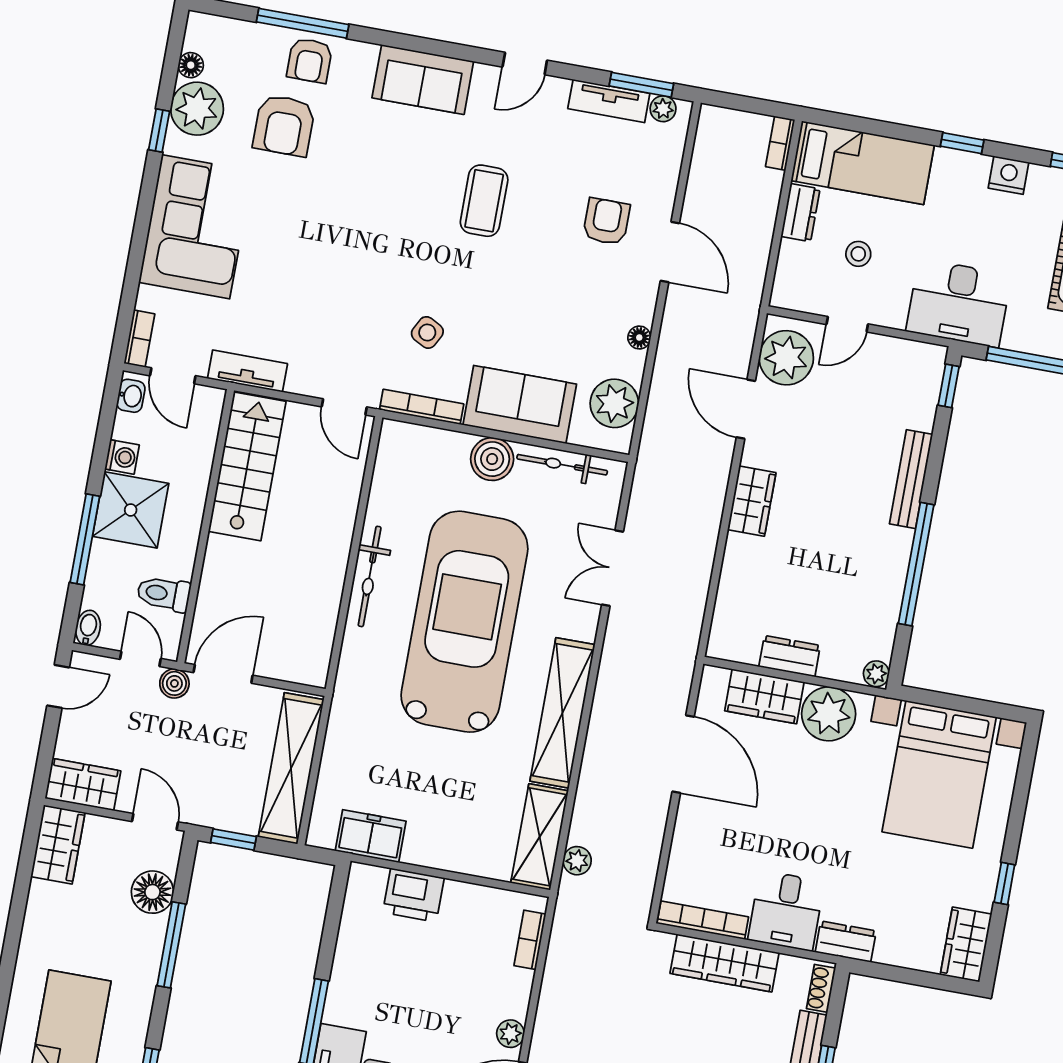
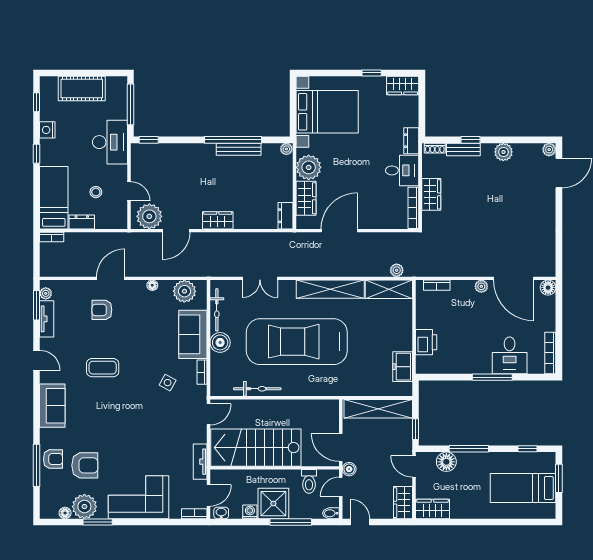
window: (159, 131) -> (98, 522), width x1.50
bookcase: (422, 407) -> (202, 372), width x0.64
stairs: (247, 466) -> (256, 448), width x1.36, depth x1.51
bench: (911, 479) -> (239, 149), moved
bicycle: (370, 576) -> (257, 389), moved
dresser: (790, 656) -> (285, 216), moved
door: (155, 822) -> (414, 466), hinge flipped
wardrobe: (724, 963) -> (431, 194), width x0.67

